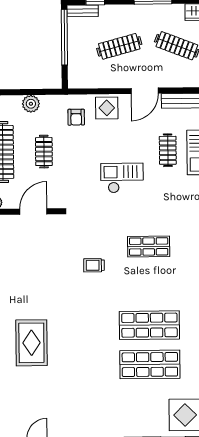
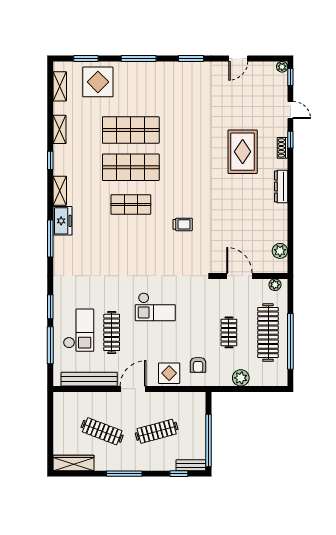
armchair: (76, 117) -> (198, 365), turned 180
clothes rail: (168, 150) -> (112, 332), width x1.36
door: (33, 211) -> (239, 276), swing flipped
shop shelf: (149, 246) -> (131, 204), moved

